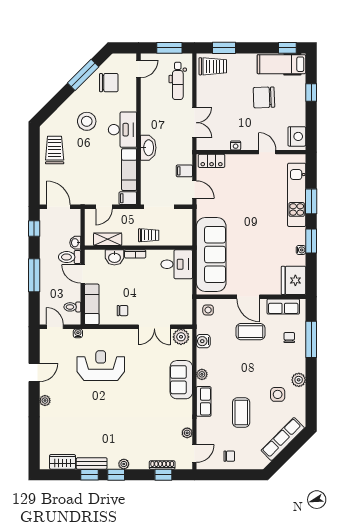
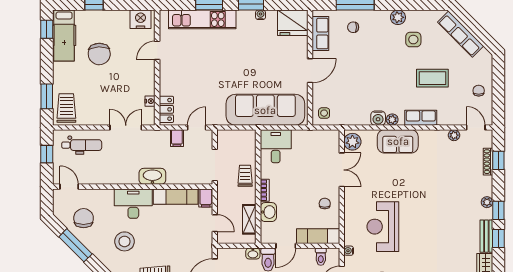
window: (169, 48) -> (47, 154), width x0.67
nightstand: (236, 145) -> (150, 101), moved
coffee table: (250, 332) -> (347, 68), removed
water cooler: (203, 341) -> (378, 118), moved

